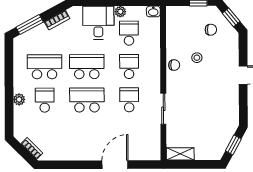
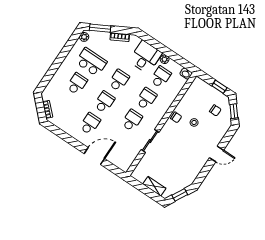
school desk: (87, 67) -> (119, 80), width x0.54
plant: (19, 99) -> (84, 37), moved
school desk: (87, 100) -> (104, 102), width x0.54
school desk: (87, 133) -> (90, 124), added
shelving: (180, 154) -> (154, 186), moved

